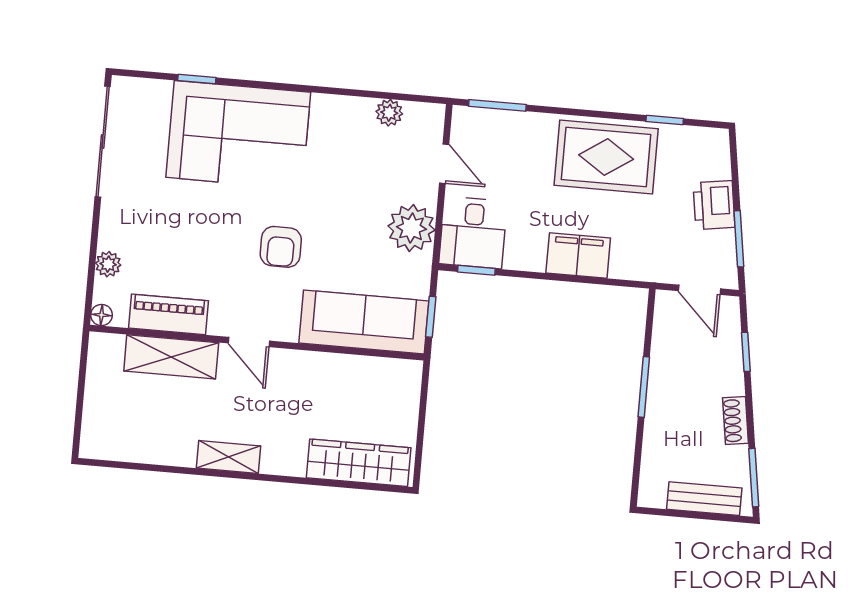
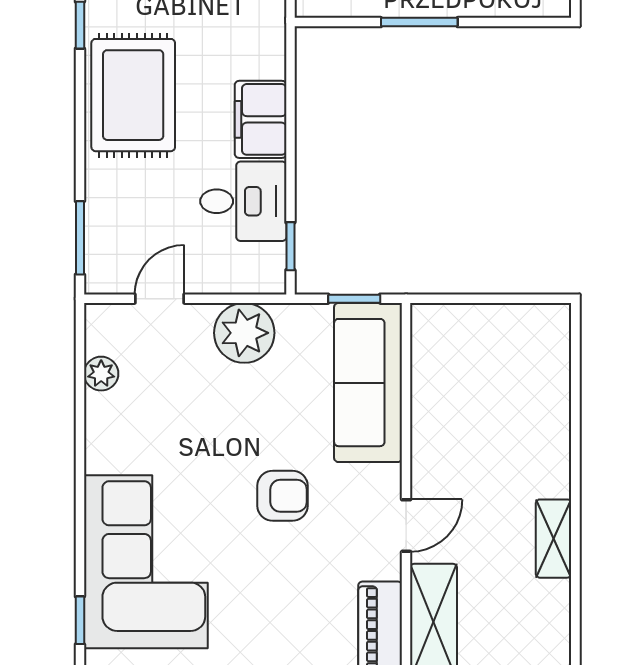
desk: (473, 233) -> (243, 201), moved
wardrobe: (359, 463) -> (546, 374), removed

